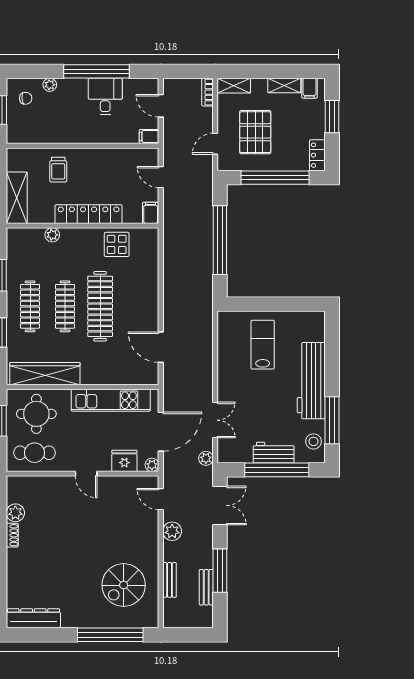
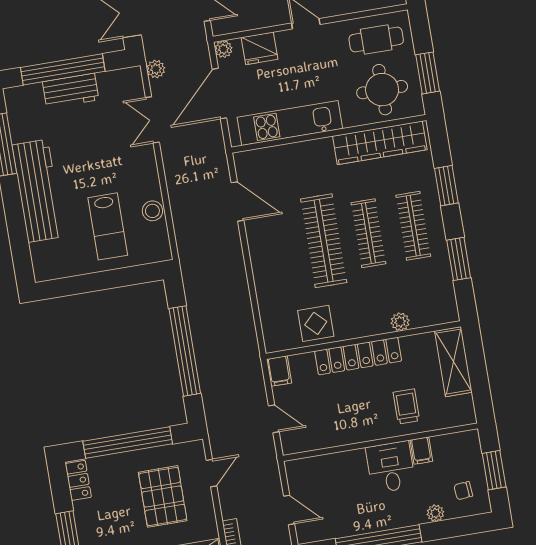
desk: (105, 96) -> (391, 467), moved, turned 180
filing cabinet: (149, 136) -> (421, 451), moved, turned 90
stool: (313, 441) -> (152, 211), moved

